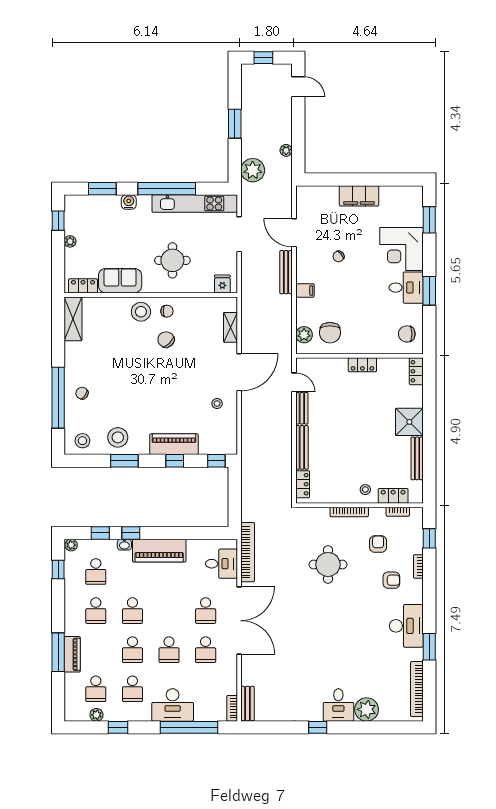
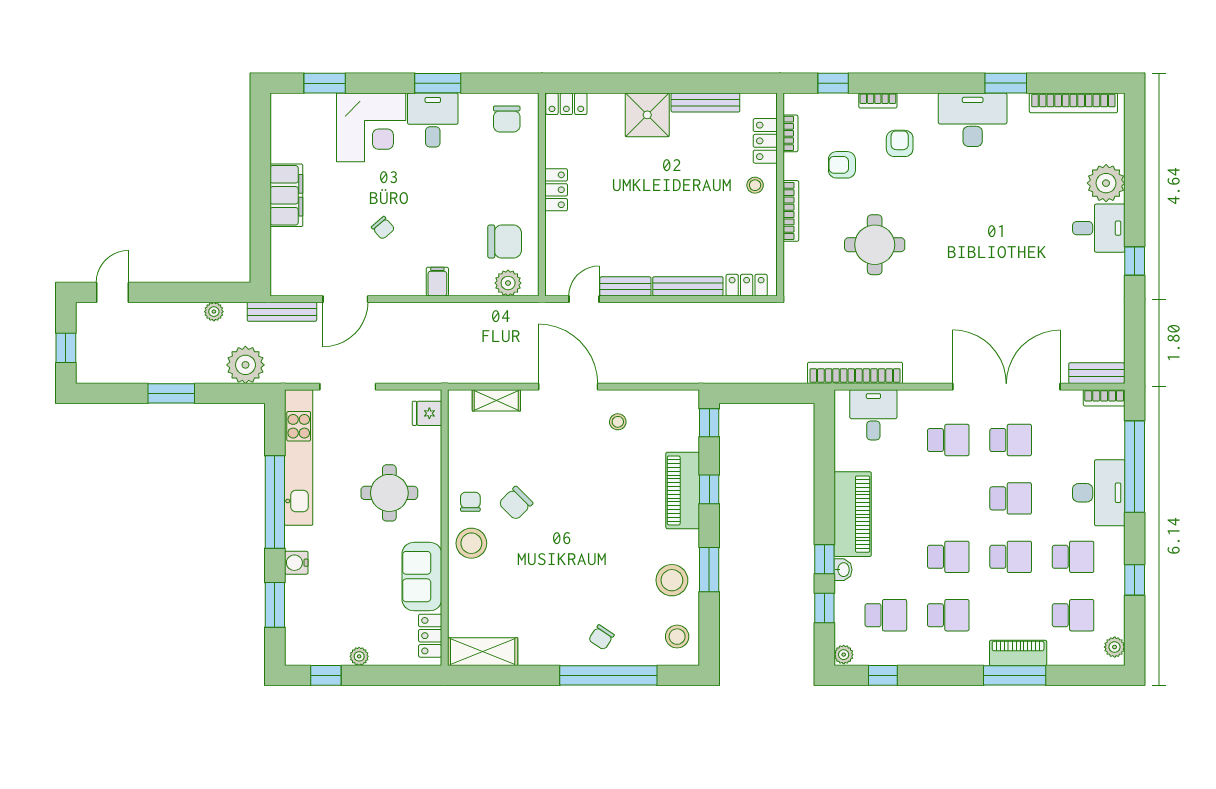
bench: (286, 272) -> (282, 312), moved
double door: (239, 621) -> (1006, 387), moved
plant: (96, 715) -> (1115, 647), moved

